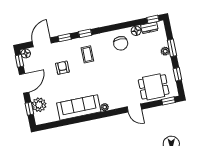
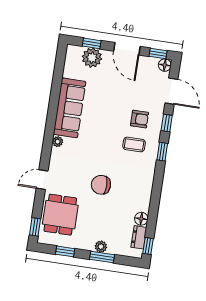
chair: (121, 43) -> (101, 185), moved
armchair: (62, 68) -> (140, 119), moved

